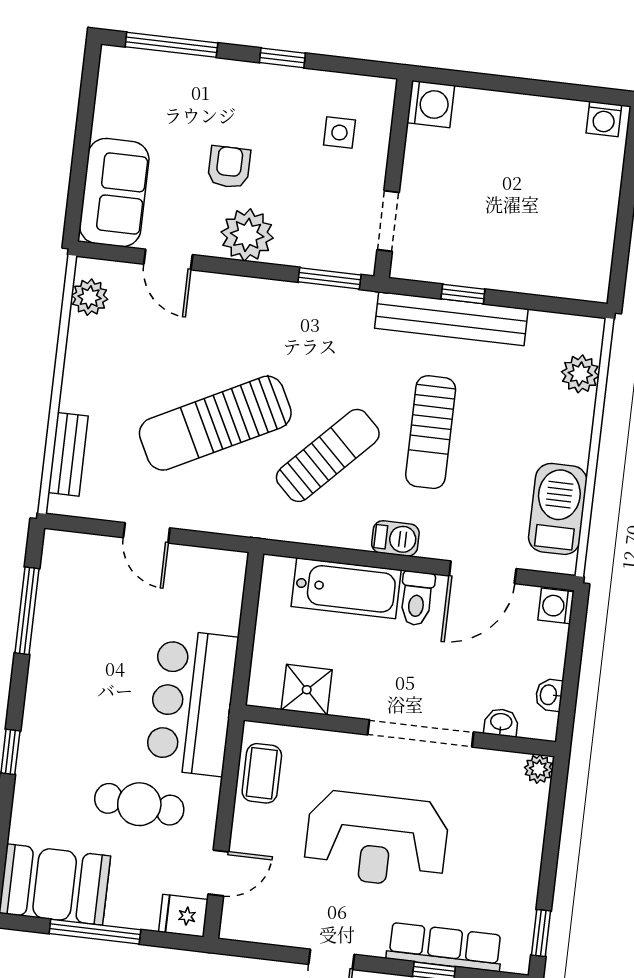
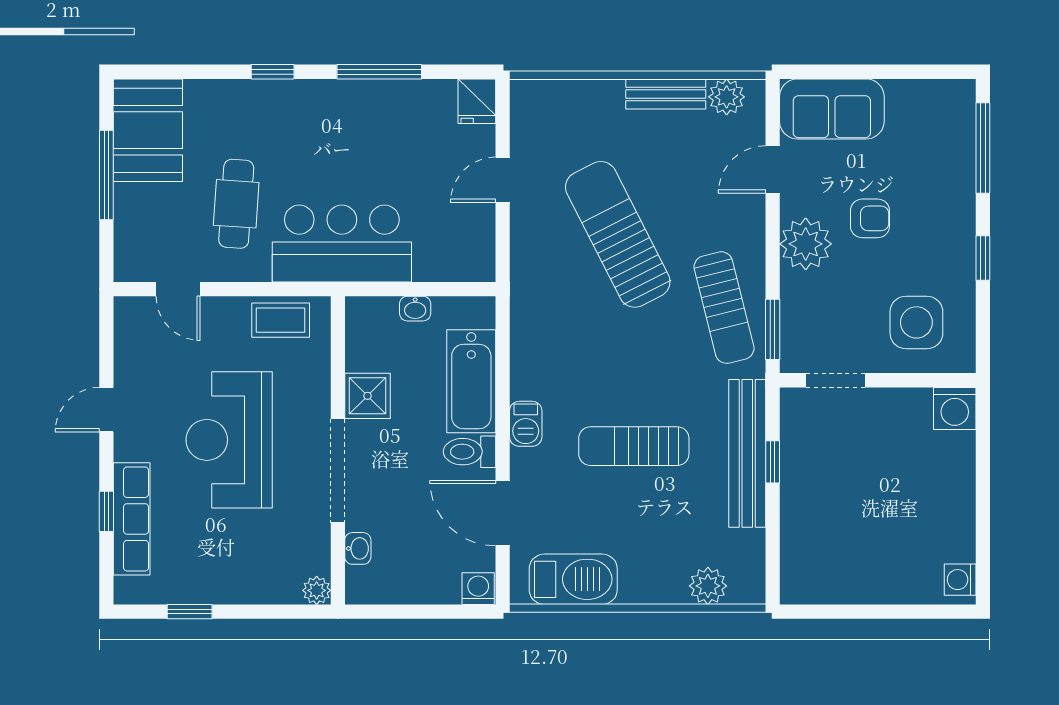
side table: (339, 133) -> (916, 322), width x1.87, depth x1.87
bench: (68, 454) -> (666, 94), moved
sun lounger: (328, 455) -> (724, 308), moved, turned 32
window: (27, 611) -> (379, 72), moved
shower: (307, 690) -> (368, 396), moved
washbasin: (549, 695) -> (415, 309), moved, turned 180
fridge: (183, 916) -> (477, 101), moved, turned 180
window: (541, 933) -> (190, 612), moved

